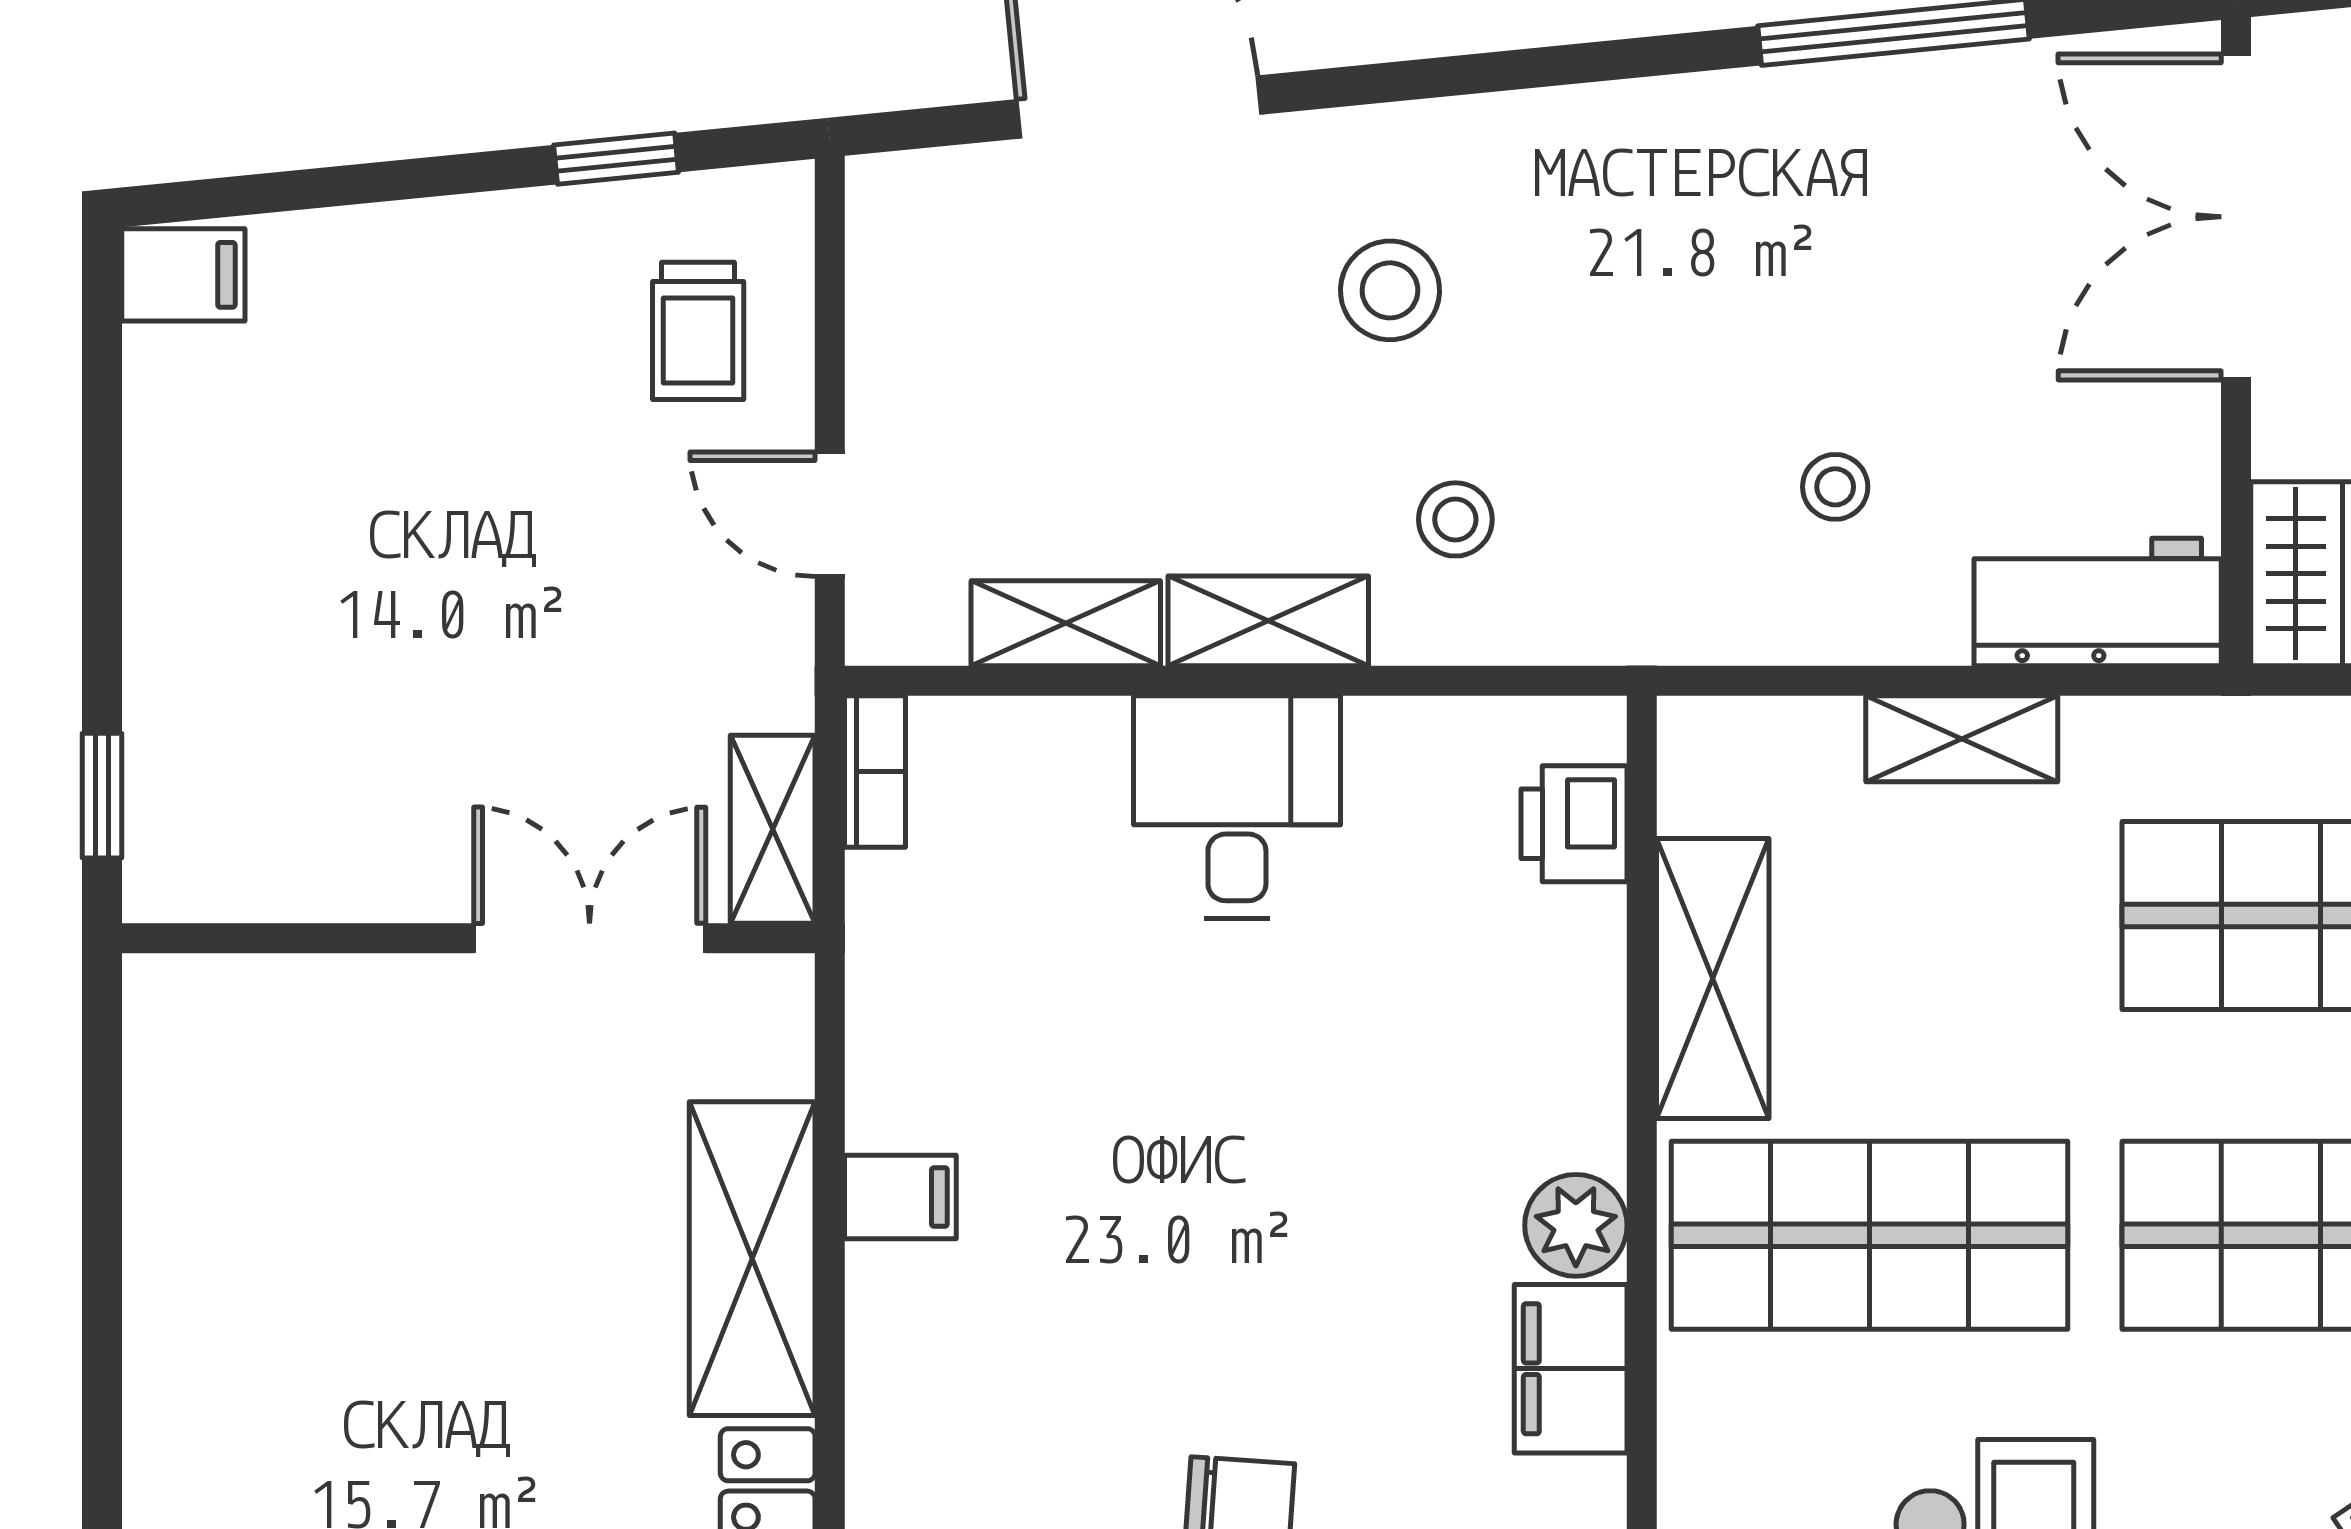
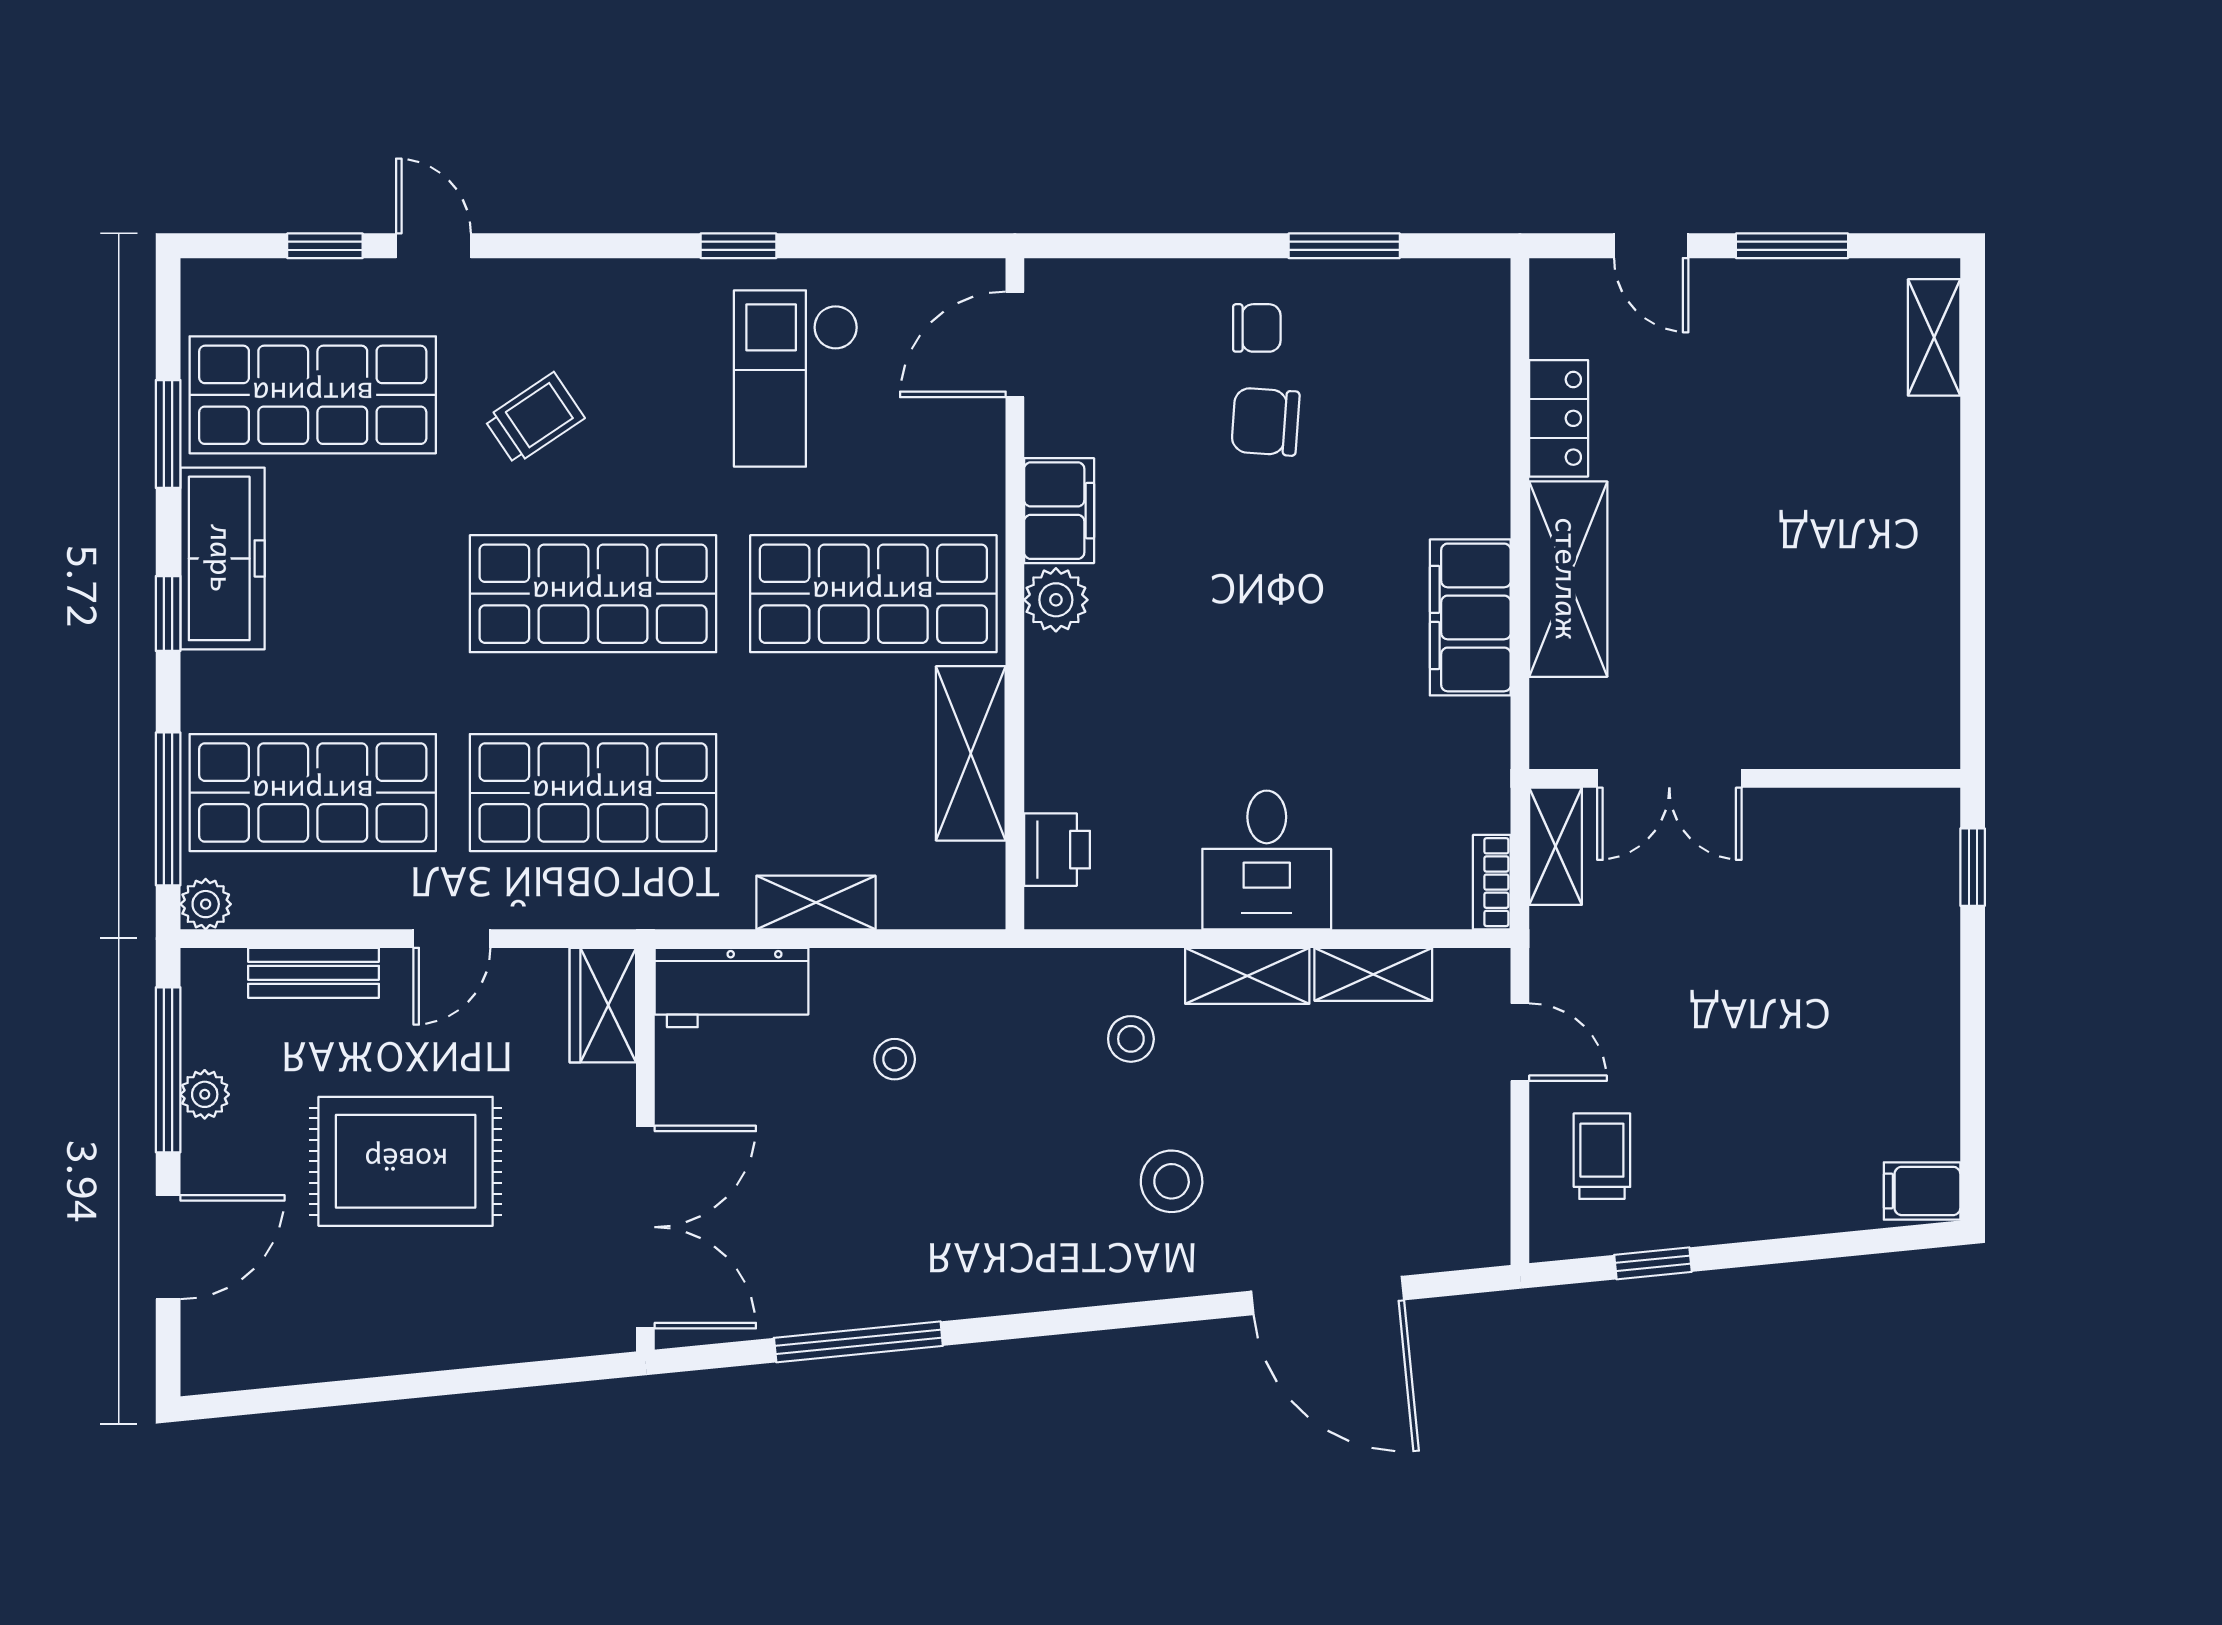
filing cabinet: (900, 1197) -> (1470, 617), width x3.00, depth x1.17

